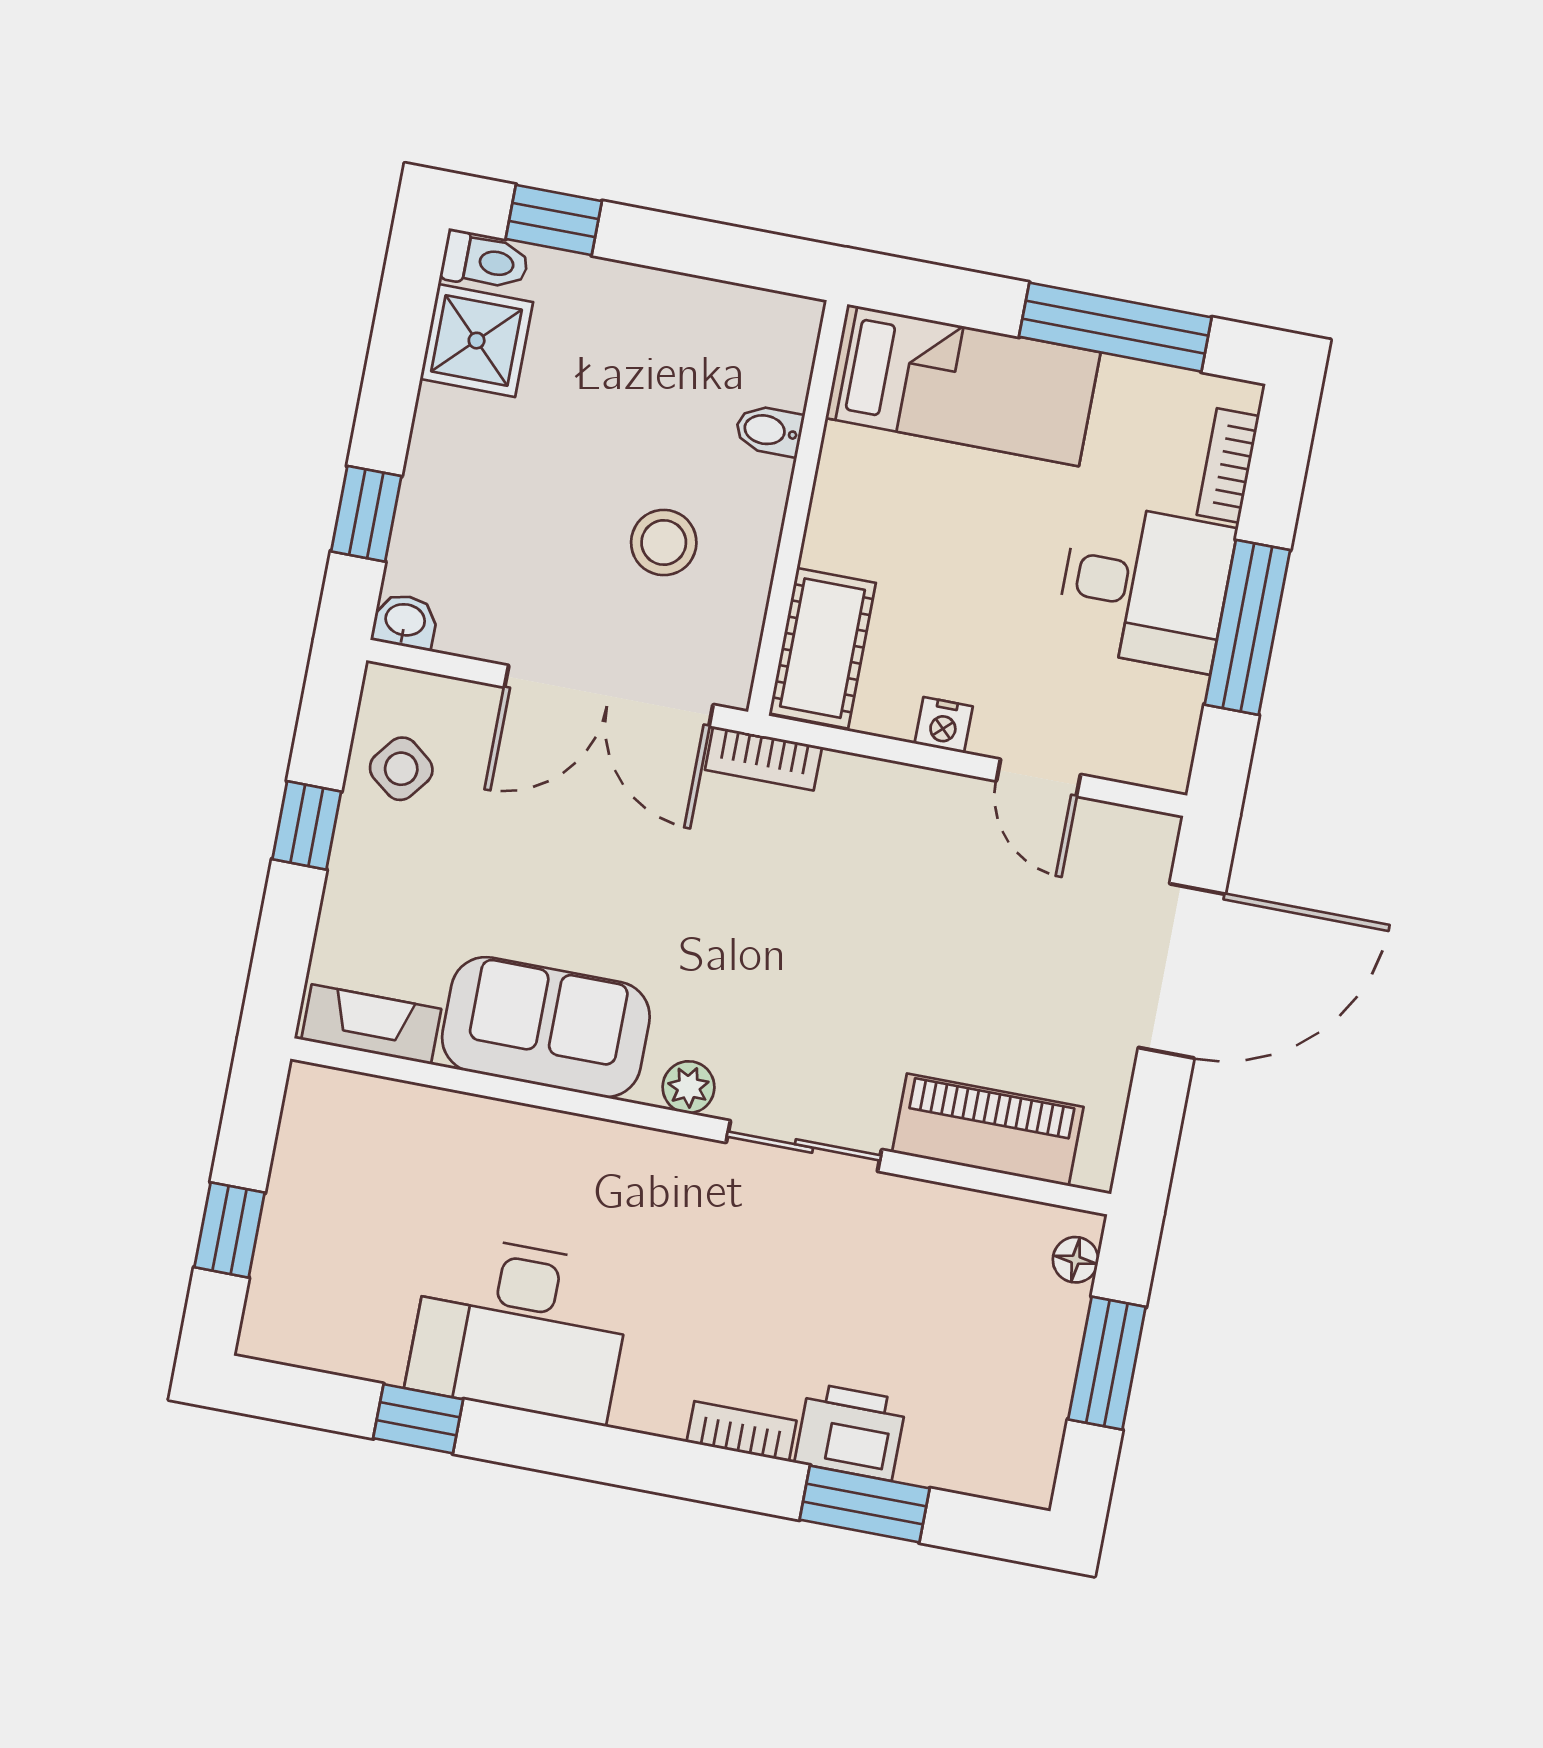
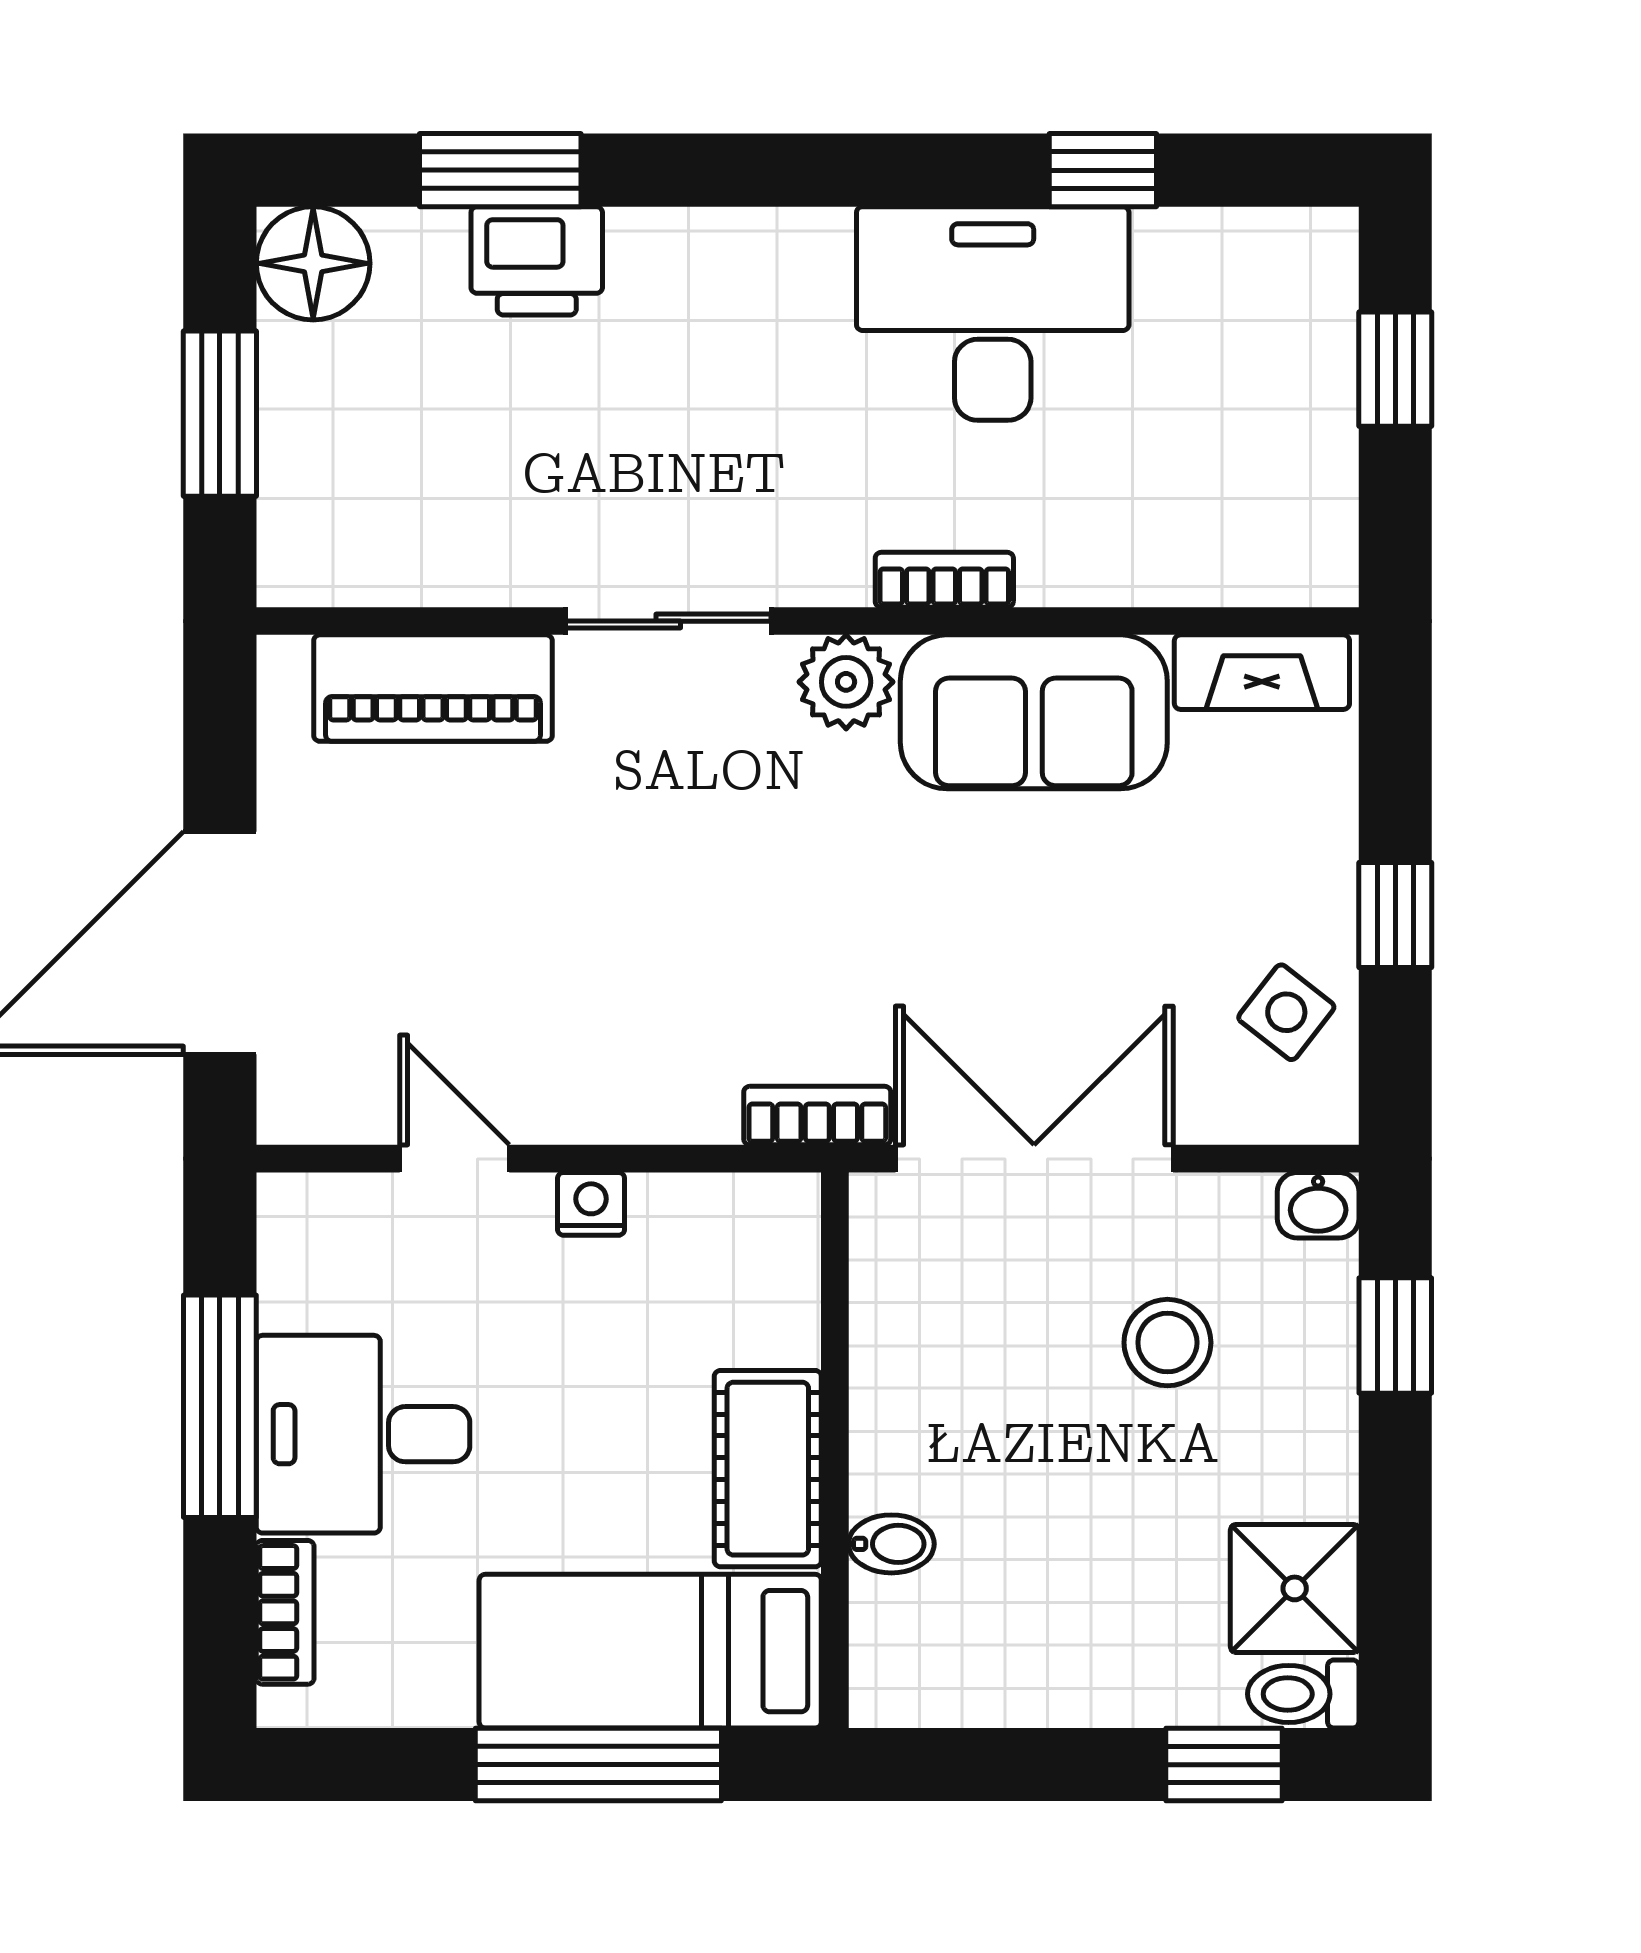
window: (1115, 327) -> (598, 1765), moved
stool: (664, 542) -> (1167, 1343), moved
cot: (822, 648) -> (768, 1469), moved
plant: (689, 1087) -> (846, 682), width x1.38, depth x1.38
floor lamp: (1076, 1260) -> (313, 263), moved, width x1.89, depth x1.89
bookcase: (742, 1431) -> (944, 580), moved, turned 180

